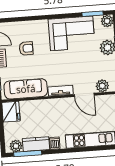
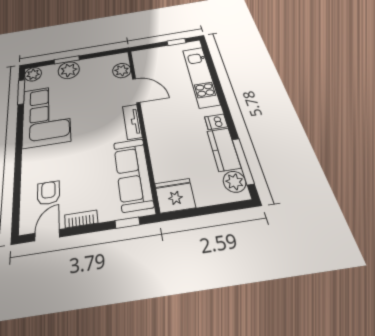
armchair: (26, 48) -> (48, 193), moved
door: (84, 95) -> (136, 90), hinge flipped

